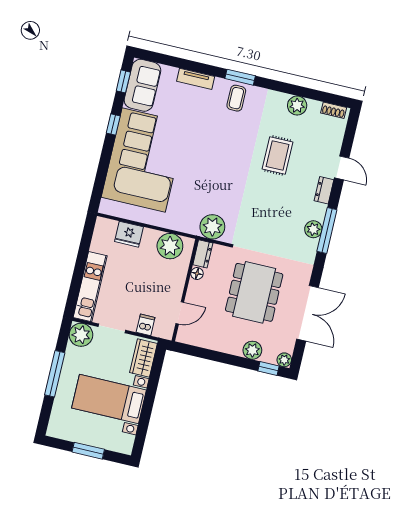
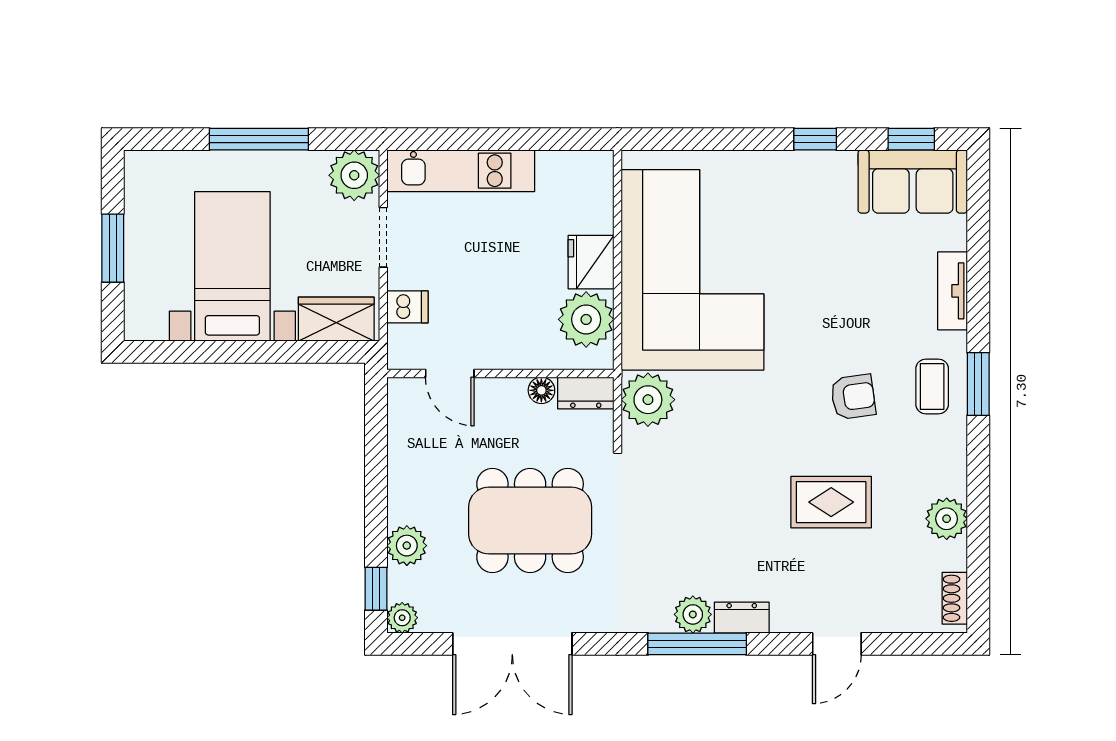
coffee table: (236, 98) -> (932, 386), turned 90
armchair: (233, 135) -> (853, 397), added
corner sofa: (144, 160) -> (693, 270), moved, turned -90
dresser: (324, 190) -> (742, 618), moved
fridge: (129, 234) -> (591, 262), moved

